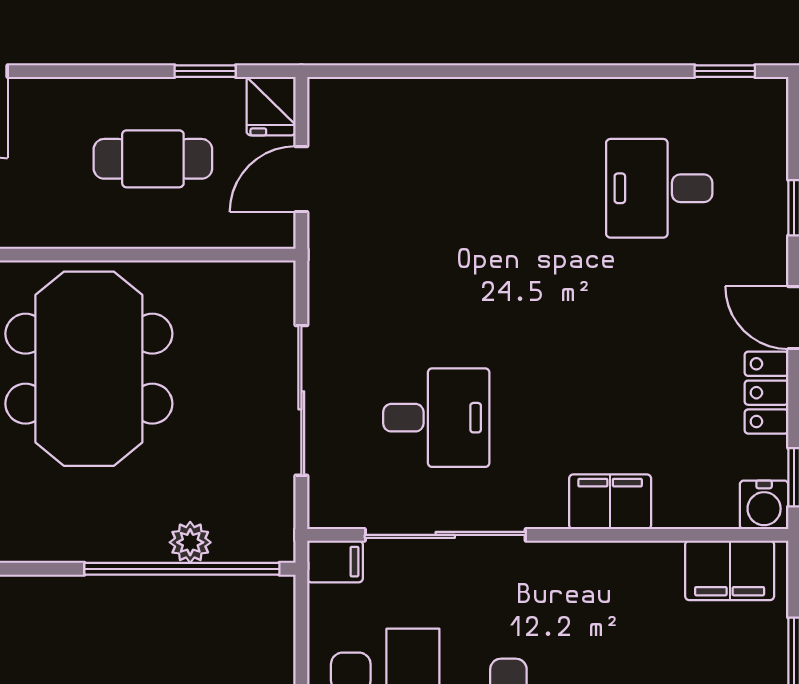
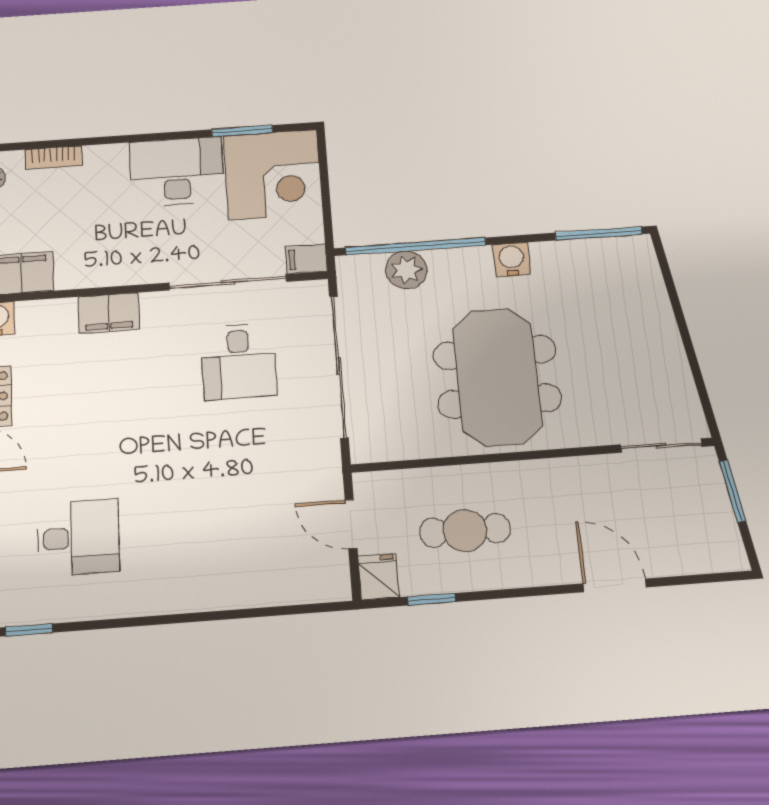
door: (301, 179) -> (351, 524), swing flipped
sliding door: (301, 400) -> (339, 366), width x1.36
desk: (436, 418) -> (239, 361), turned -90
water cooler: (51, 539) -> (512, 259), added
plant: (190, 542) -> (406, 270), width x1.38, depth x1.38

